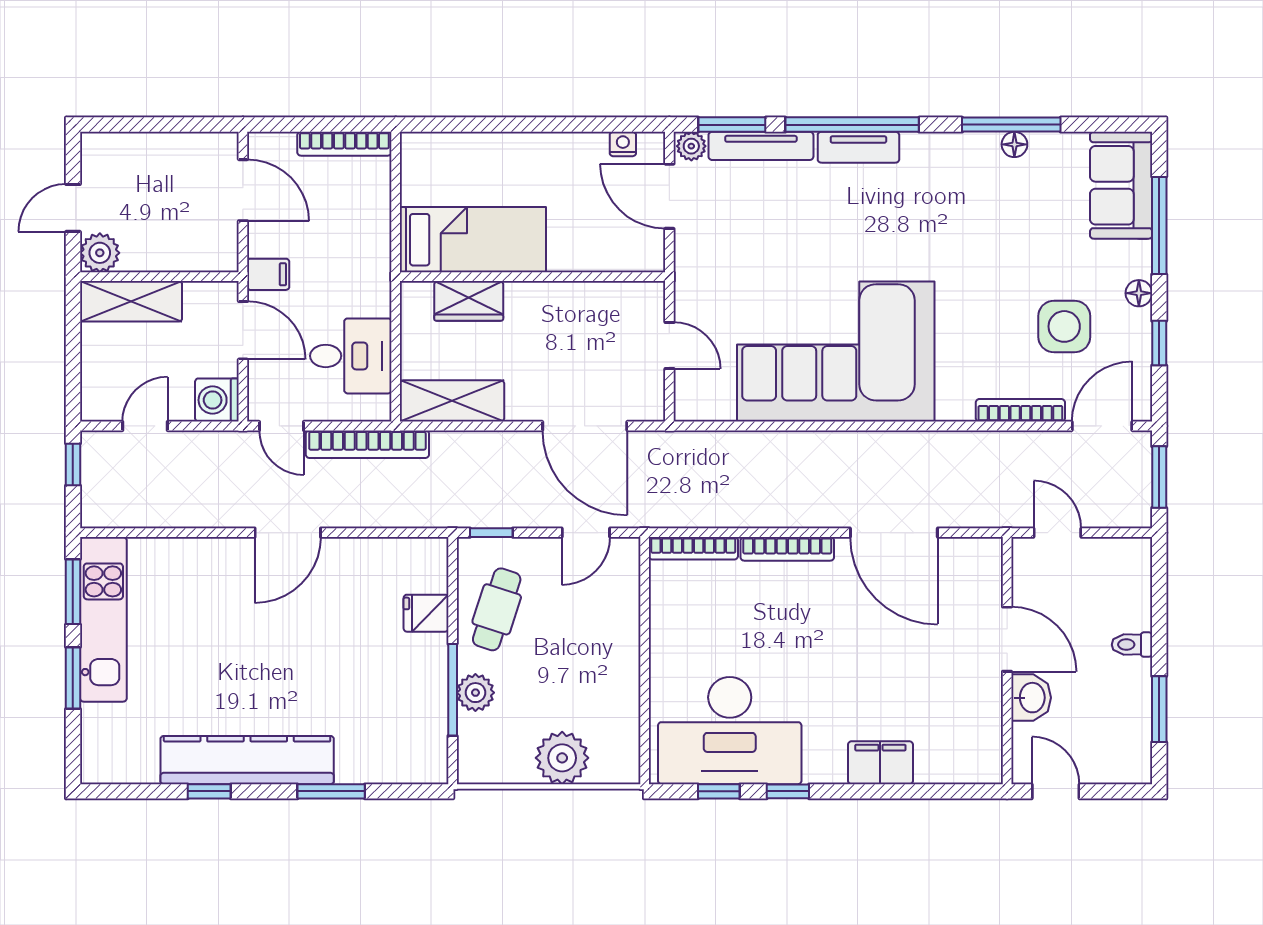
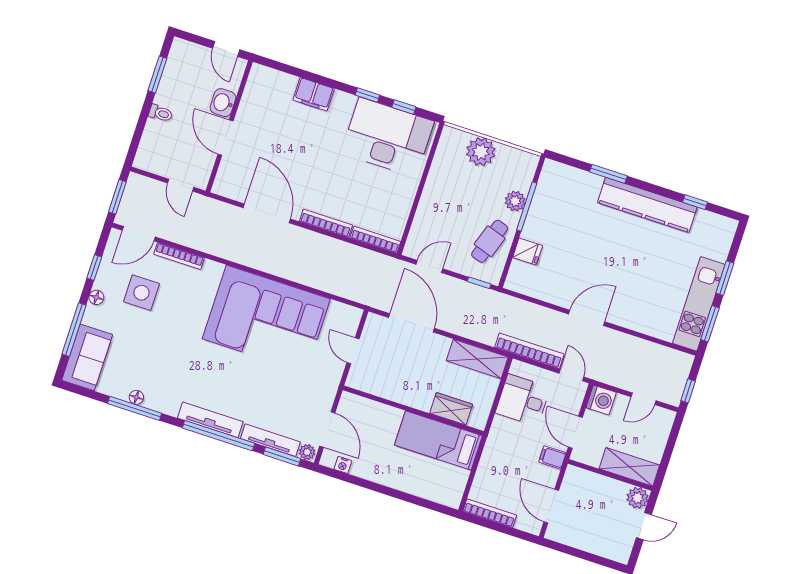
tv unit: (858, 147) -> (210, 420), width x1.41
window: (209, 791) -> (695, 202), moved

